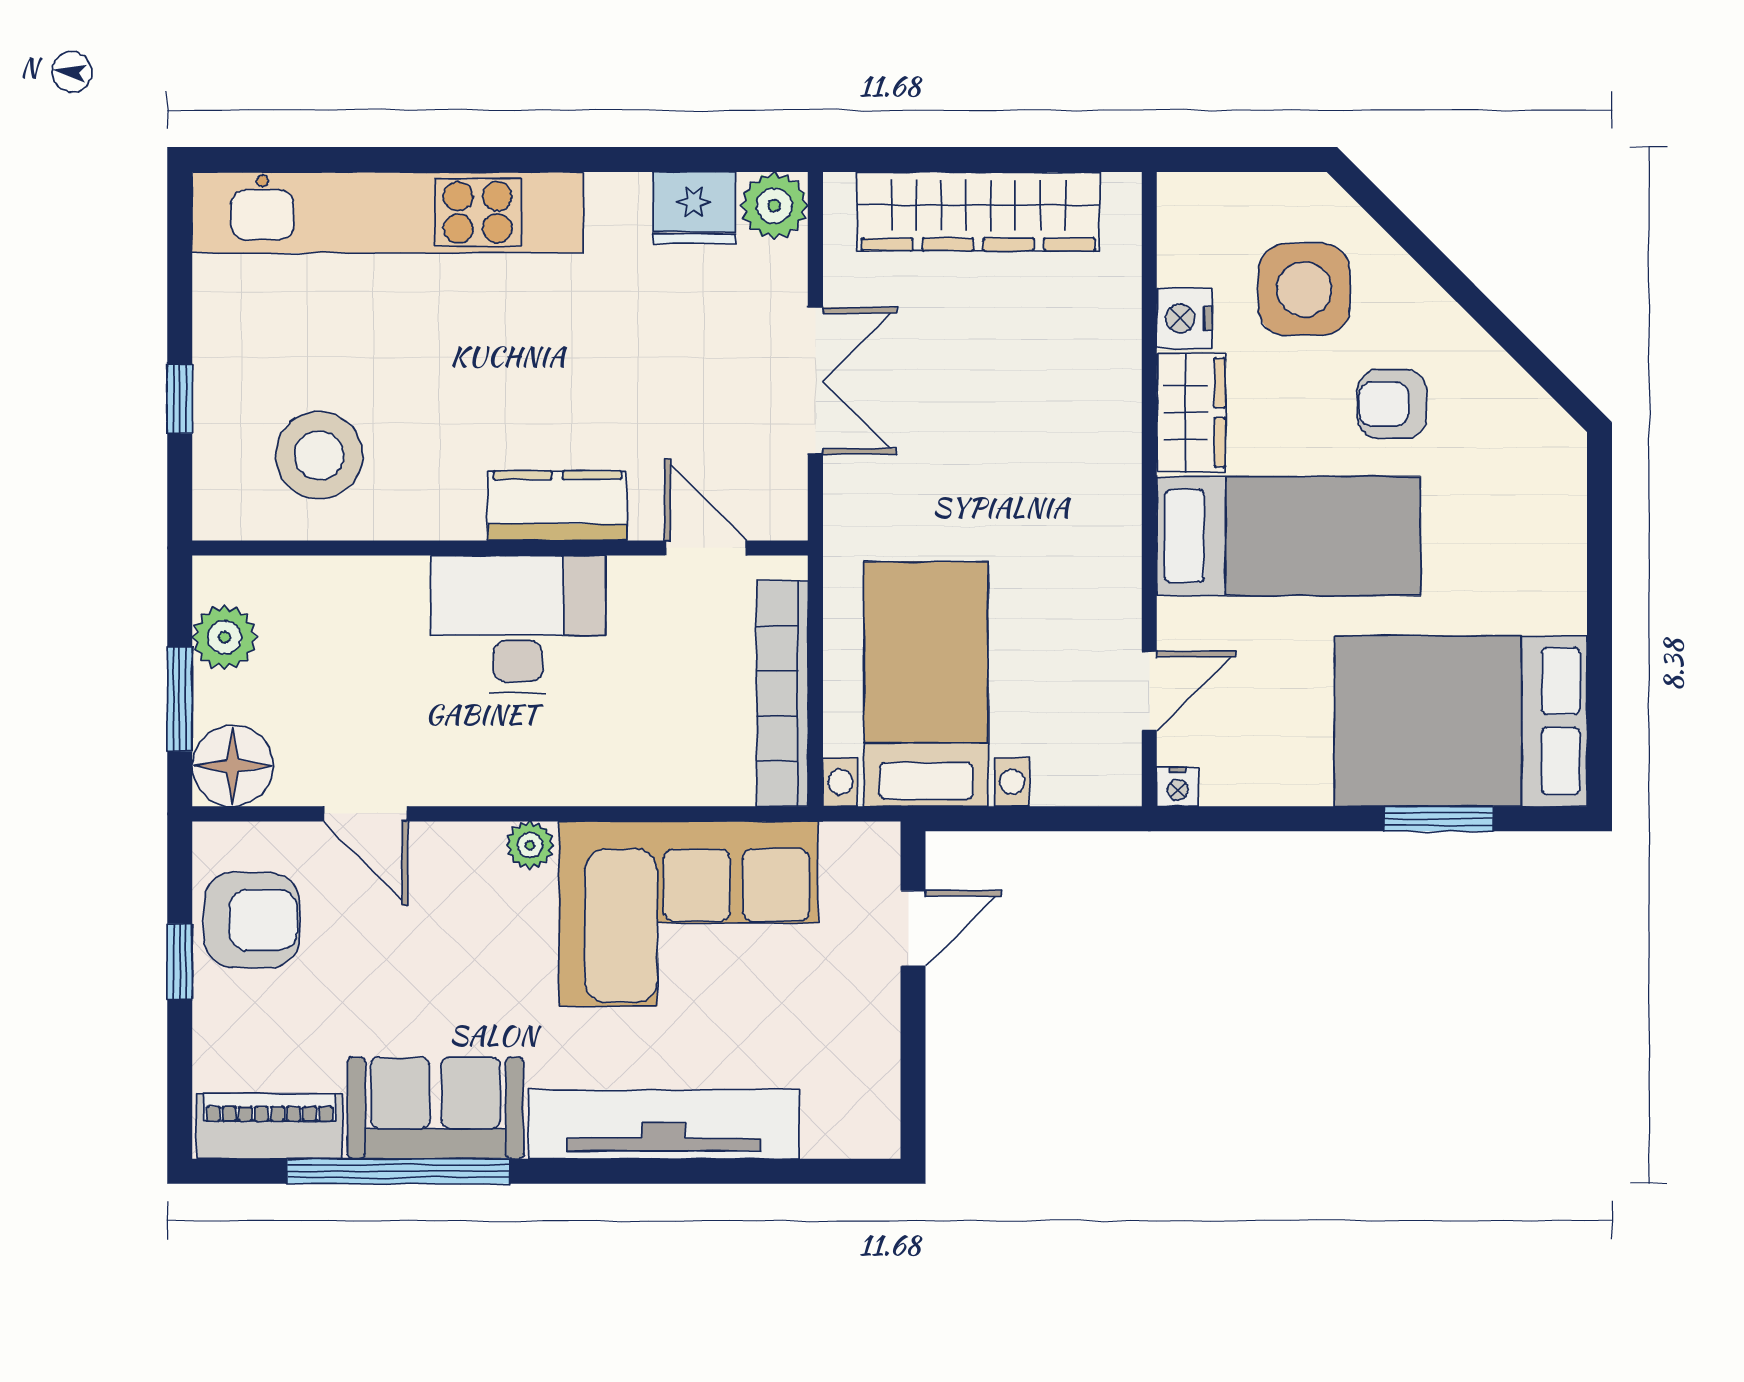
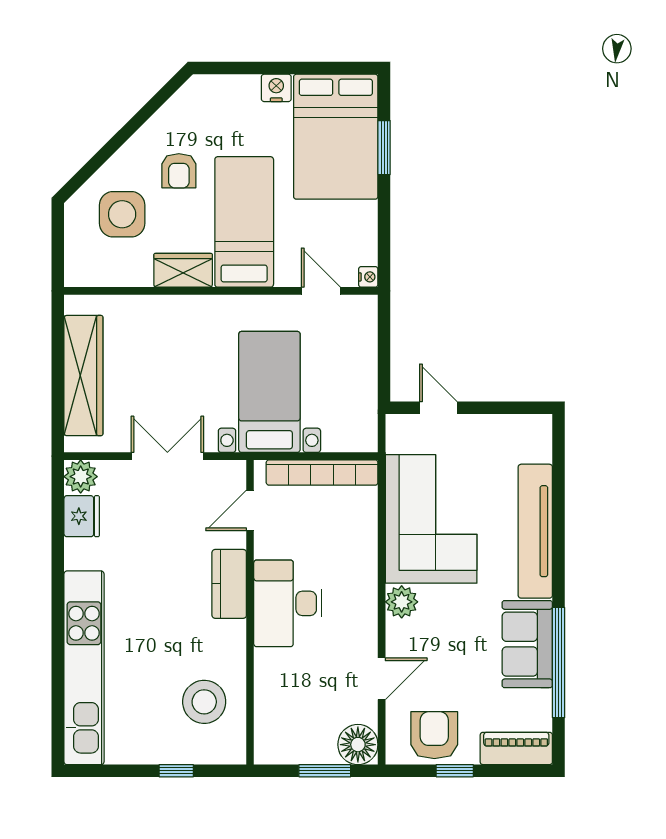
nightstand: (1184, 318) -> (276, 88), moved, turned 180
plant: (224, 637) -> (294, 749), removed
bed with nightstands: (926, 684) -> (269, 392), moved, turned 90
plant: (530, 845) -> (402, 602), width x1.38, depth x1.38
piano: (269, 1126) -> (516, 748), moved, turned 90

